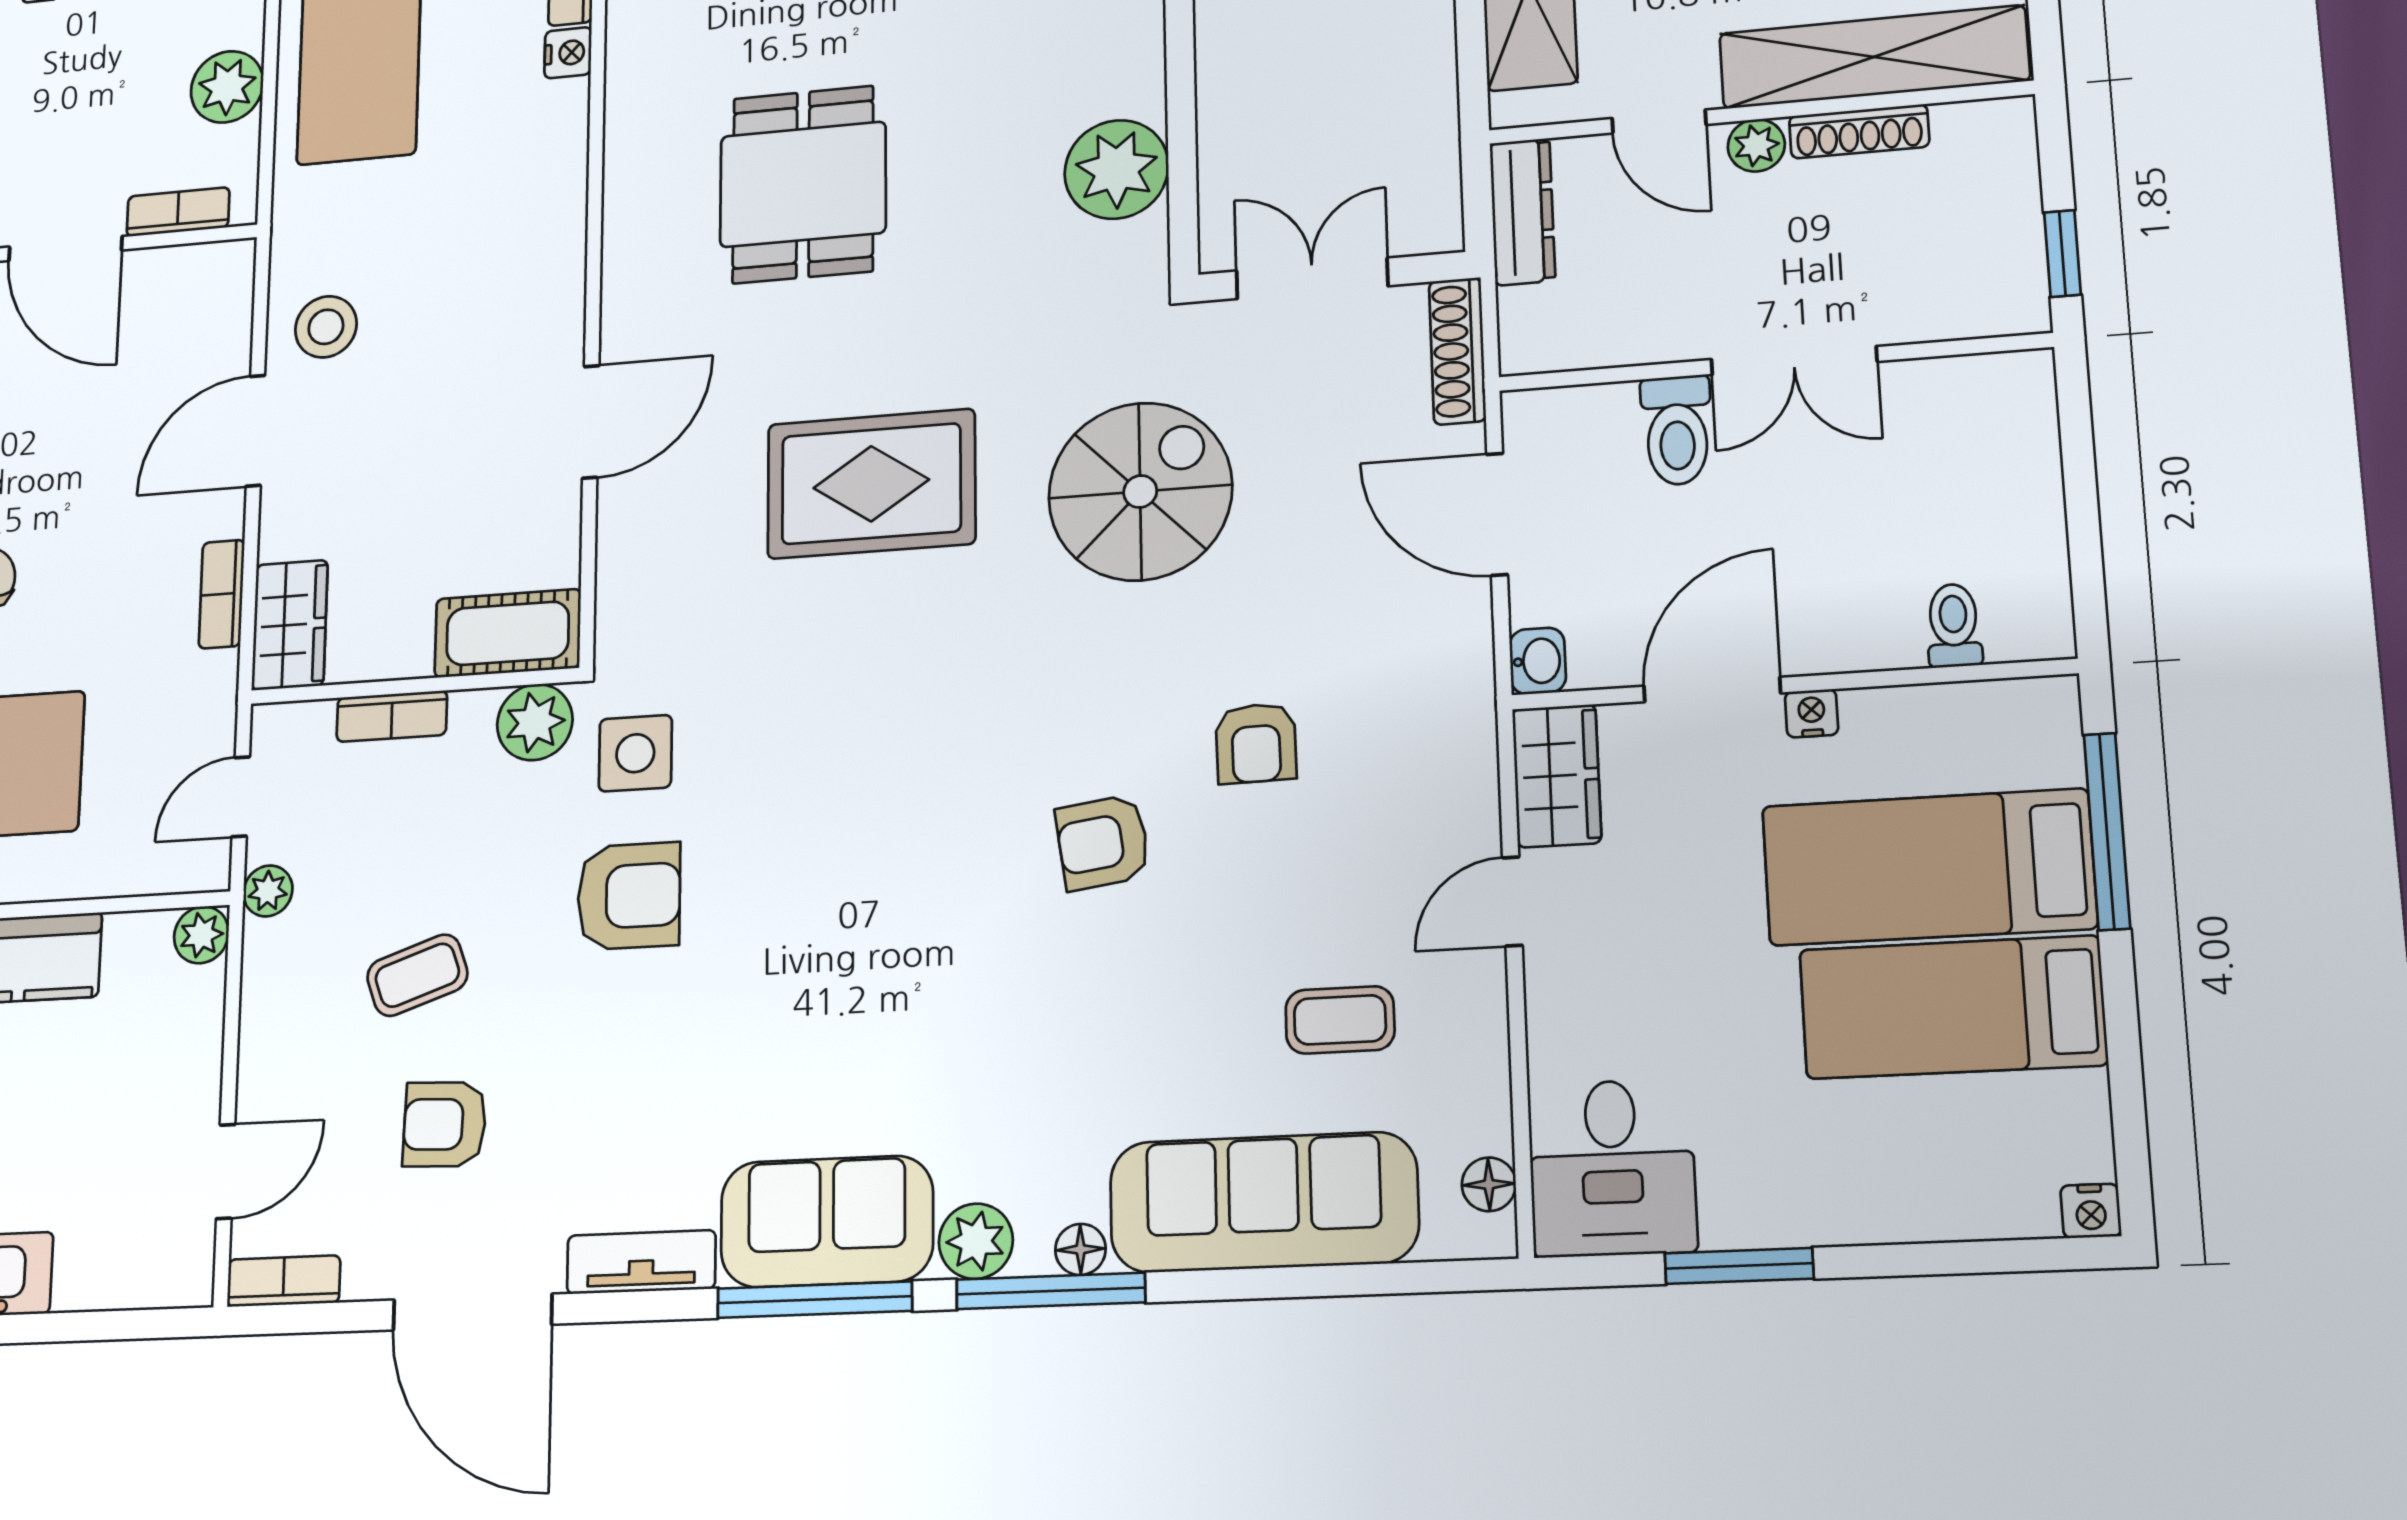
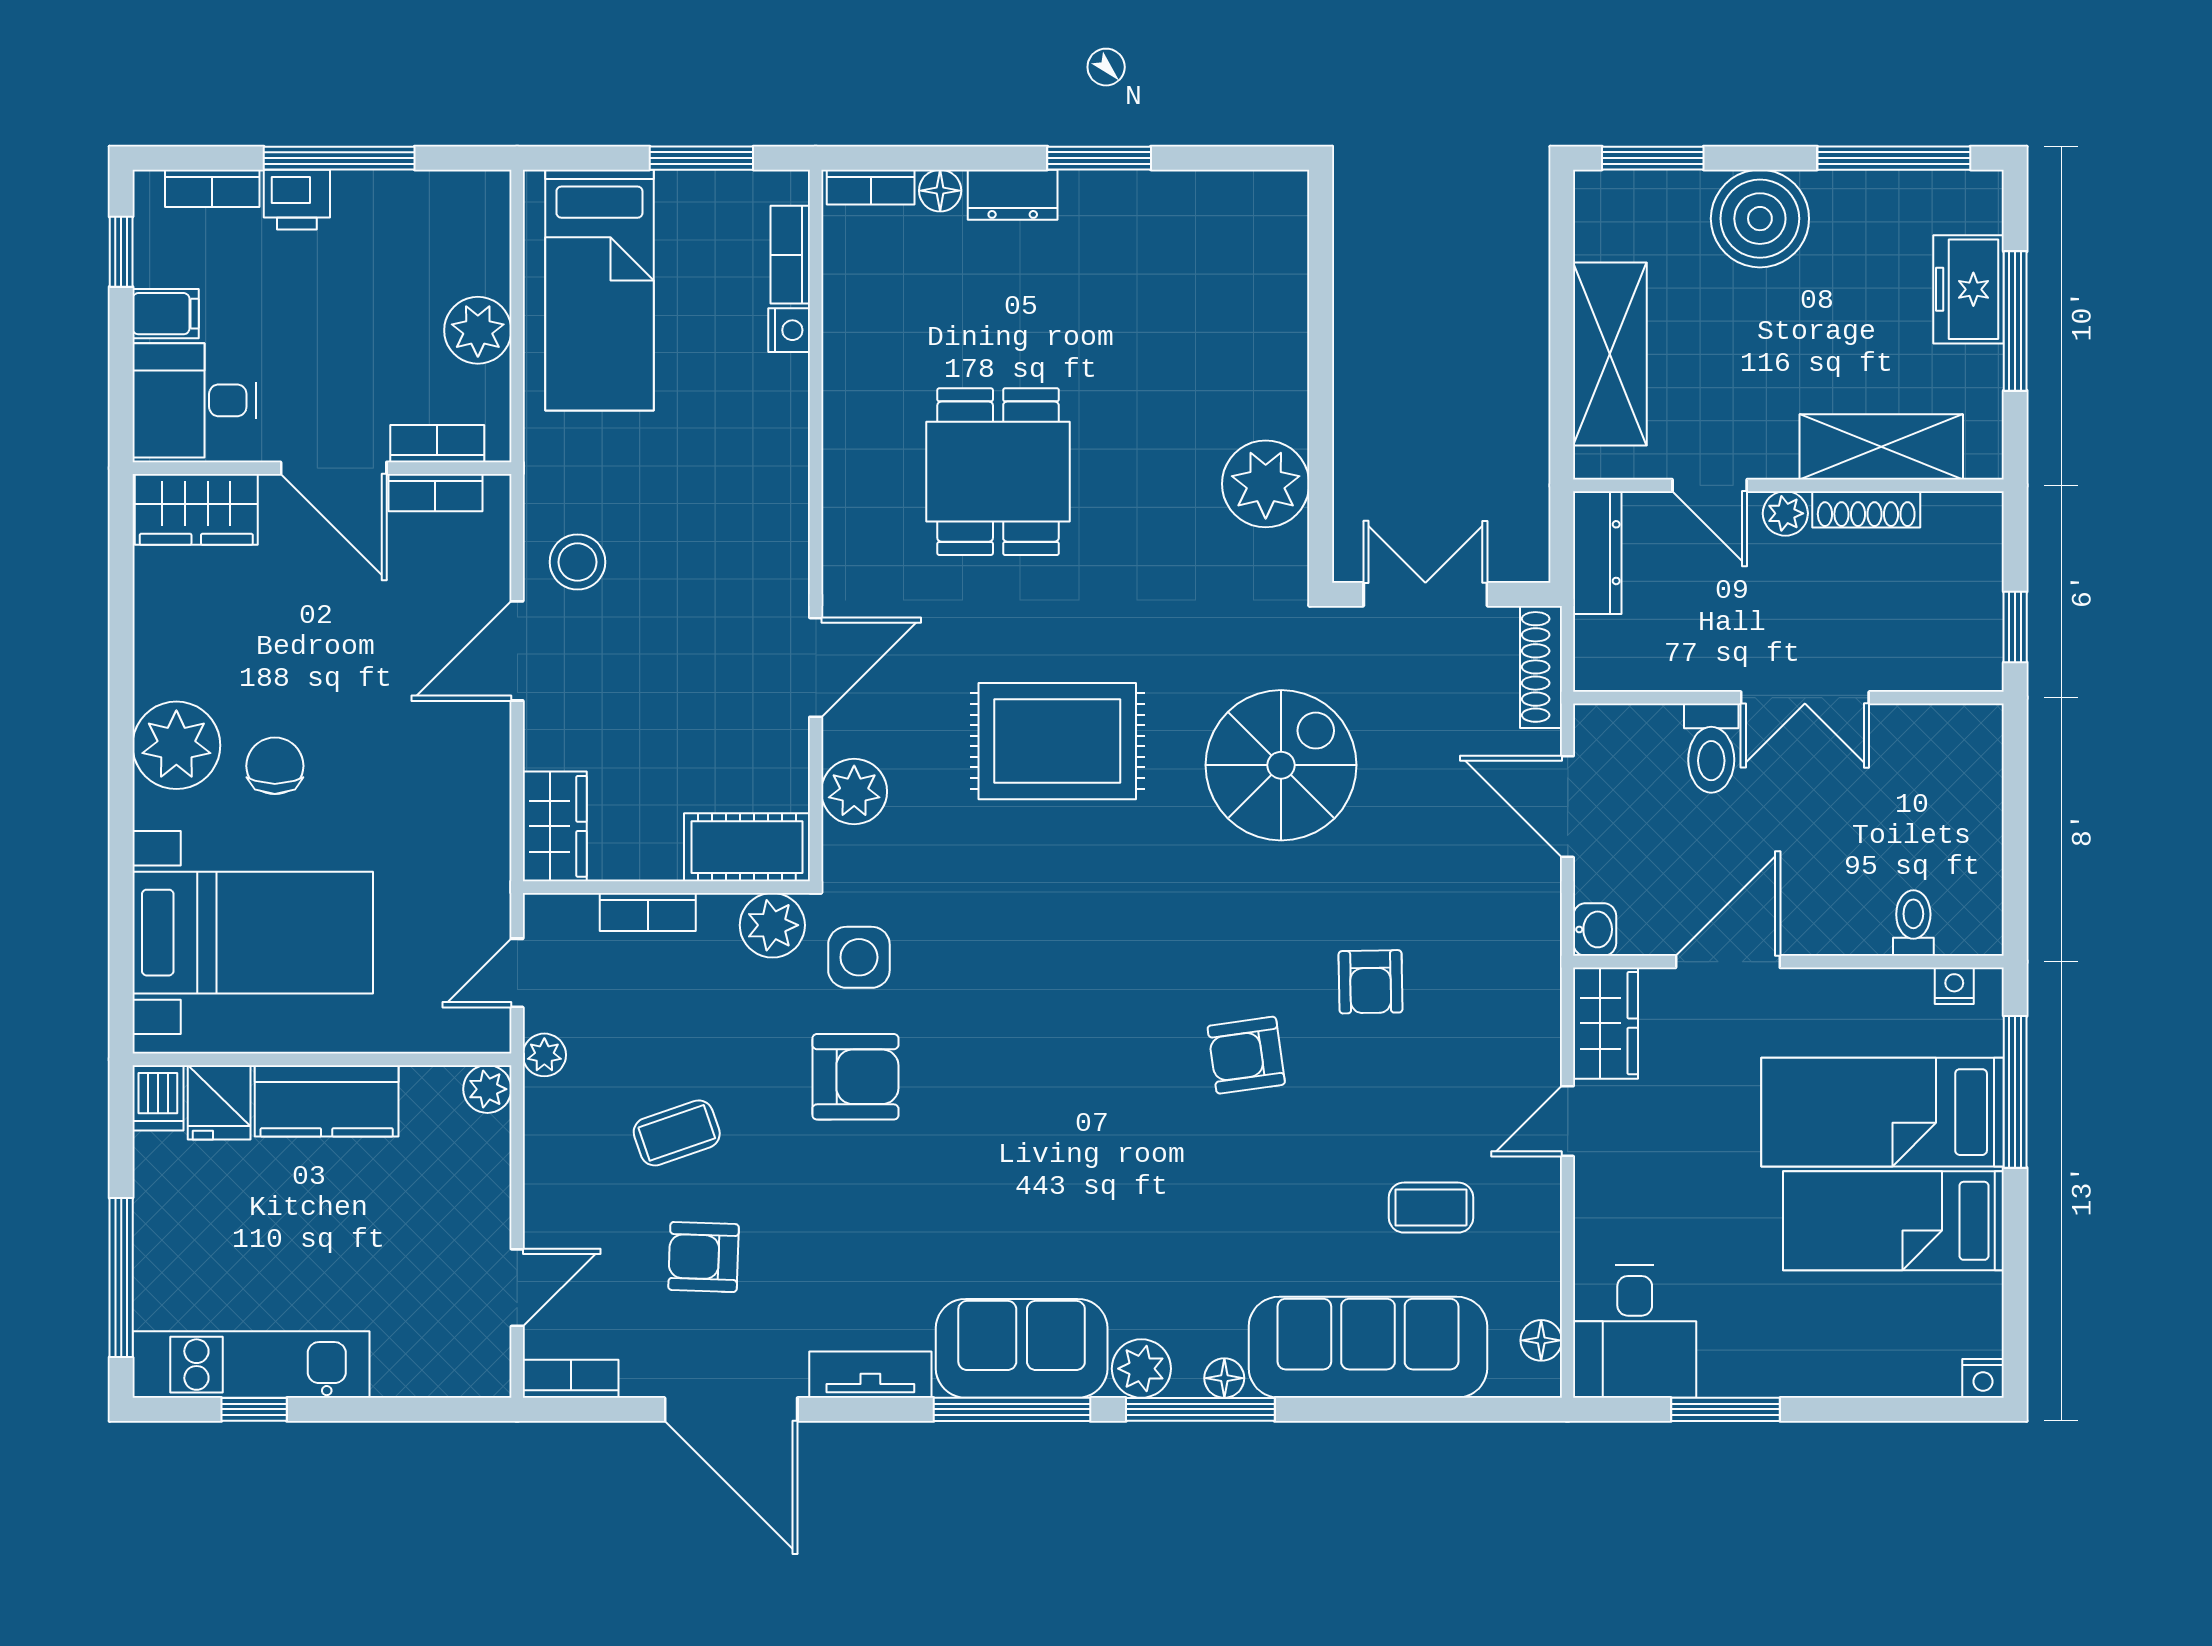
shelving: (1874, 57) -> (1881, 447), width x0.68
plant: (633, 560) -> (854, 792), added
bookcase: (222, 594) -> (435, 493), moved, turned -90
nightstand: (1812, 713) -> (1954, 986), moved

